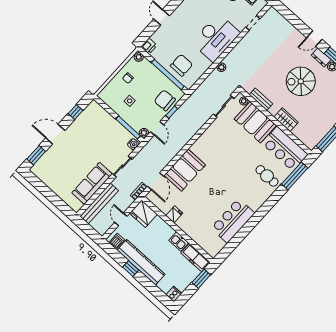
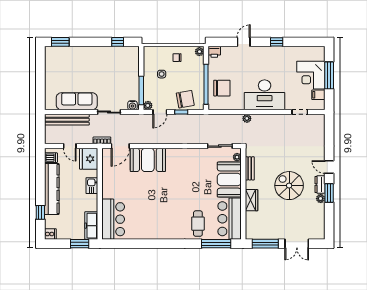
chair: (165, 100) -> (185, 99), turned 83
door: (55, 134) -> (88, 42), removed
fridge: (174, 214) -> (109, 182), removed
door: (121, 219) -> (70, 146), swing flipped
bar counter: (233, 221) -> (113, 219), moved, turned 90
kitchen sink: (179, 241) -> (92, 186), moved
window: (131, 269) -> (40, 212), moved

